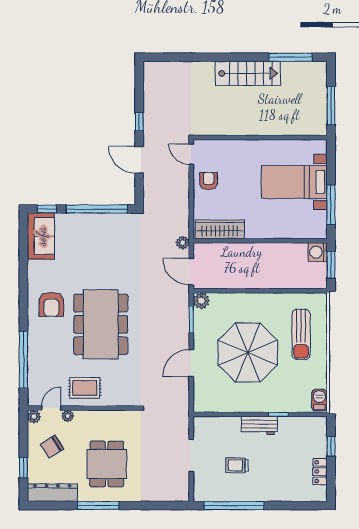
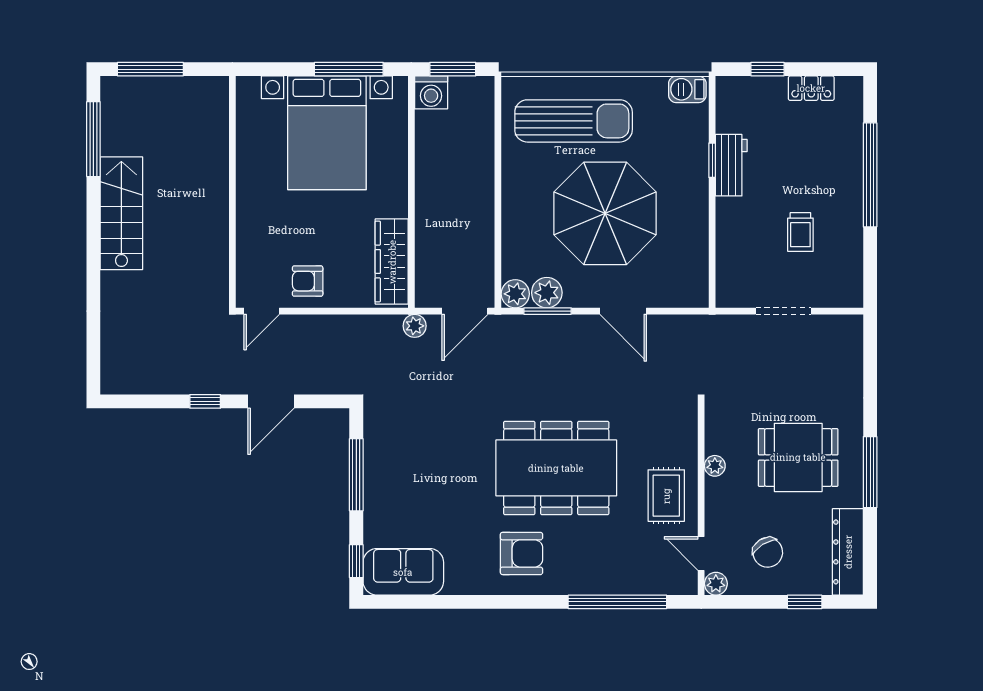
window: (331, 105) -> (150, 69), moved
bed with nightstands: (294, 182) -> (327, 133), width x1.36
window: (97, 209) -> (356, 475), width x0.68
plant: (202, 319) -> (547, 293), added
sun lounger: (301, 334) -> (574, 121), width x1.36, depth x1.34
plant: (68, 416) -> (715, 466), moved
workbench: (259, 425) -> (731, 165), moved
window: (234, 506) -> (870, 175), moved

